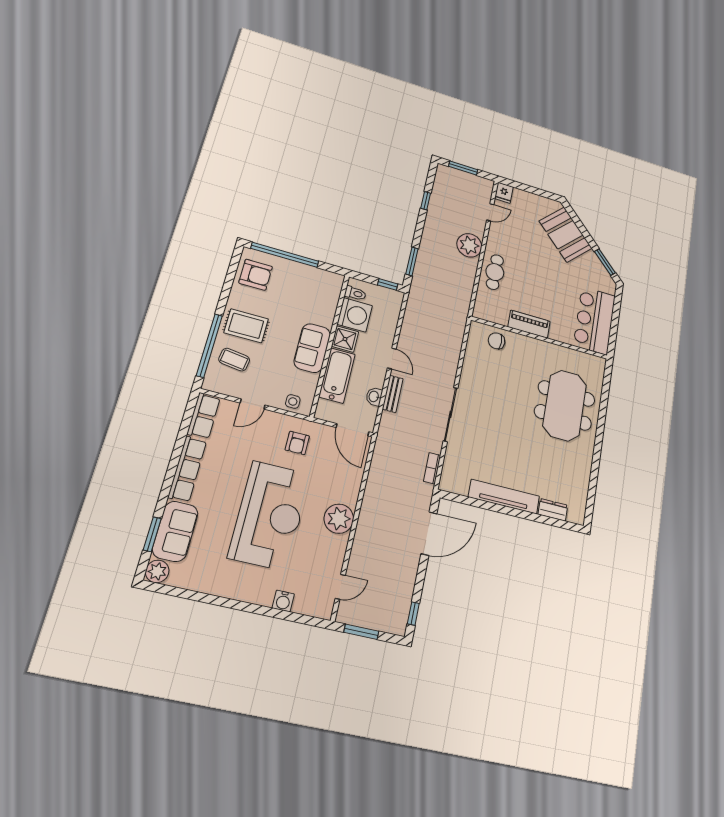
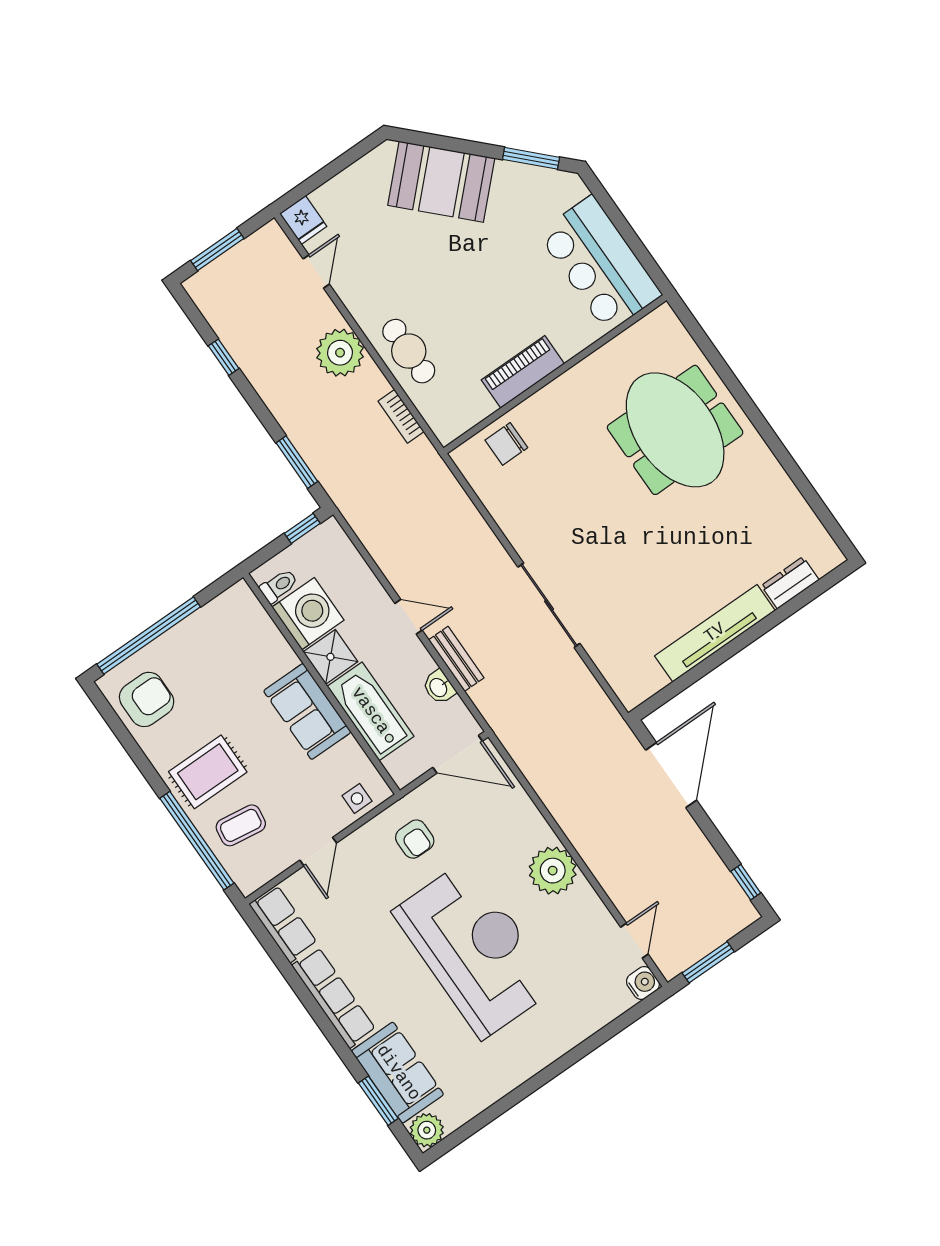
bookcase: (432, 468) -> (401, 416), moved
water cooler: (283, 601) -> (643, 983), moved, turned -90

